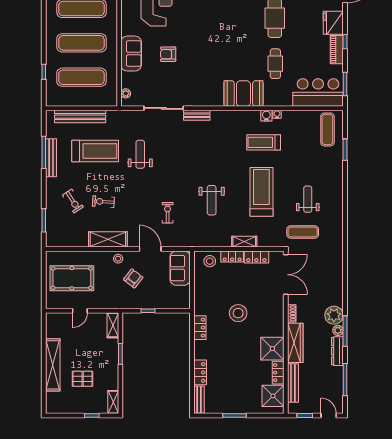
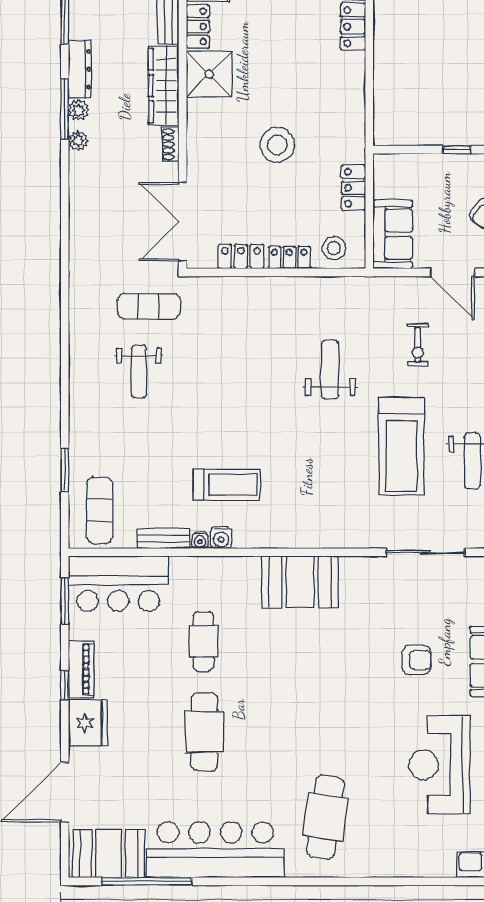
booth: (243, 94) -> (300, 582), moved
bench: (197, 115) -> (164, 539), moved
treadmill: (261, 192) -> (401, 446), moved
shelving: (244, 242) -> (265, 287), removed
plant: (334, 315) -> (78, 141), width x0.53, depth x0.53
locker: (200, 328) -> (353, 188), moved

